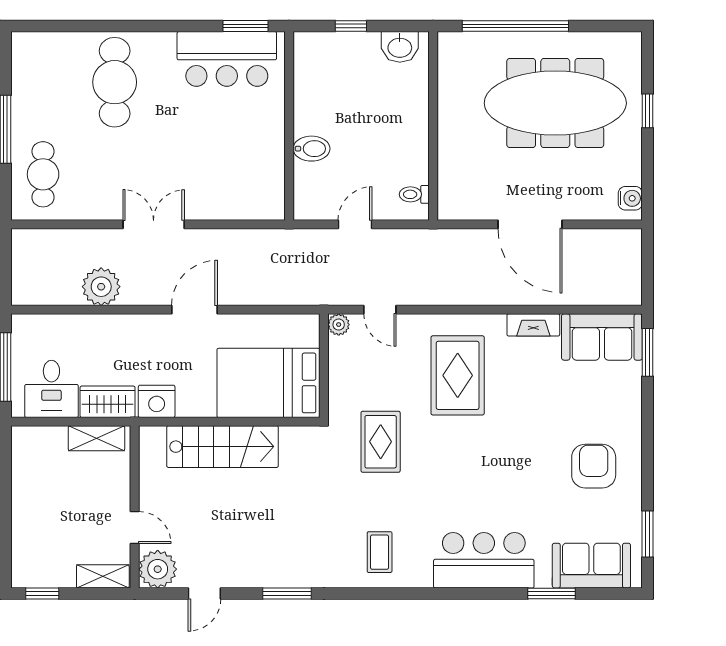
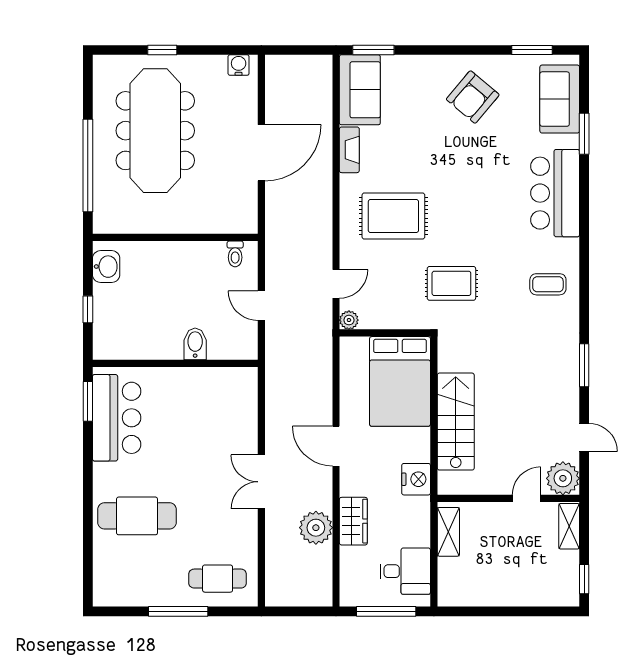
wardrobe: (108, 402) -> (353, 521), moved, turned 180
armchair: (594, 466) -> (473, 97), turned -50

